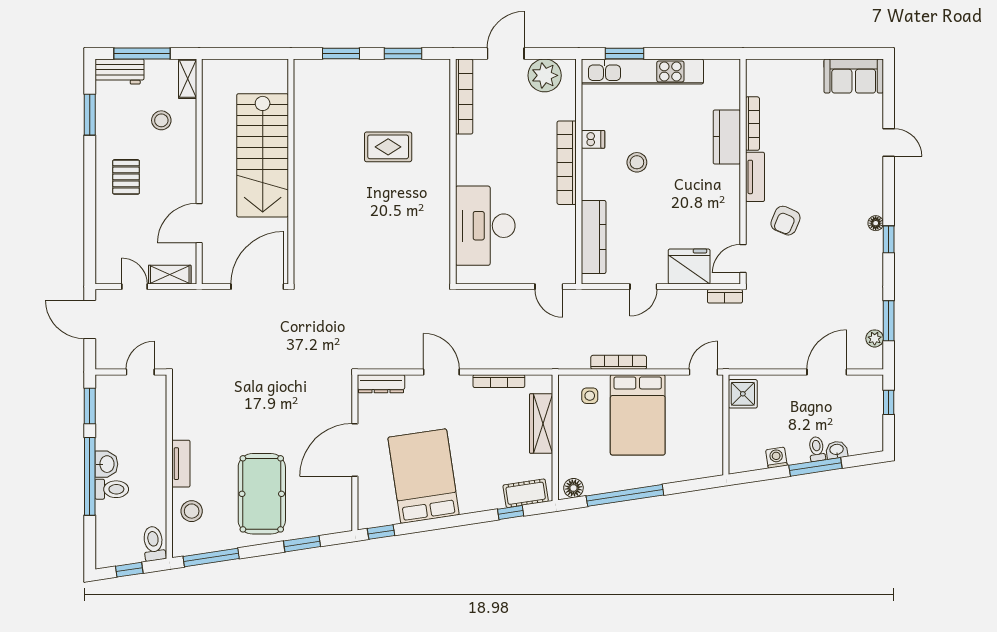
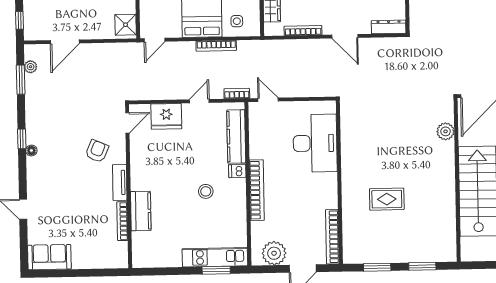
kitchen unit: (642, 71) -> (215, 257), width x0.73
dishwasher: (593, 139) -> (237, 171), moved
plant: (306, 239) -> (446, 131), added
bookcase: (725, 296) -> (237, 93), moved

